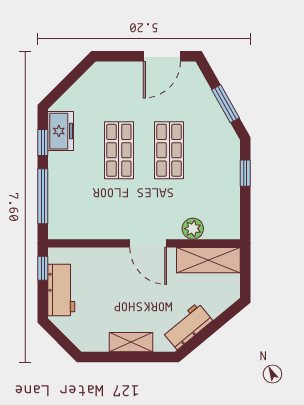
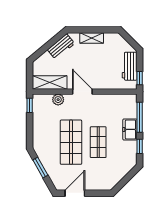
freezer: (61, 131) -> (130, 129), moved
shop shelf: (169, 150) -> (71, 142), width x1.43, depth x1.36
window: (245, 173) -> (30, 105), moved

